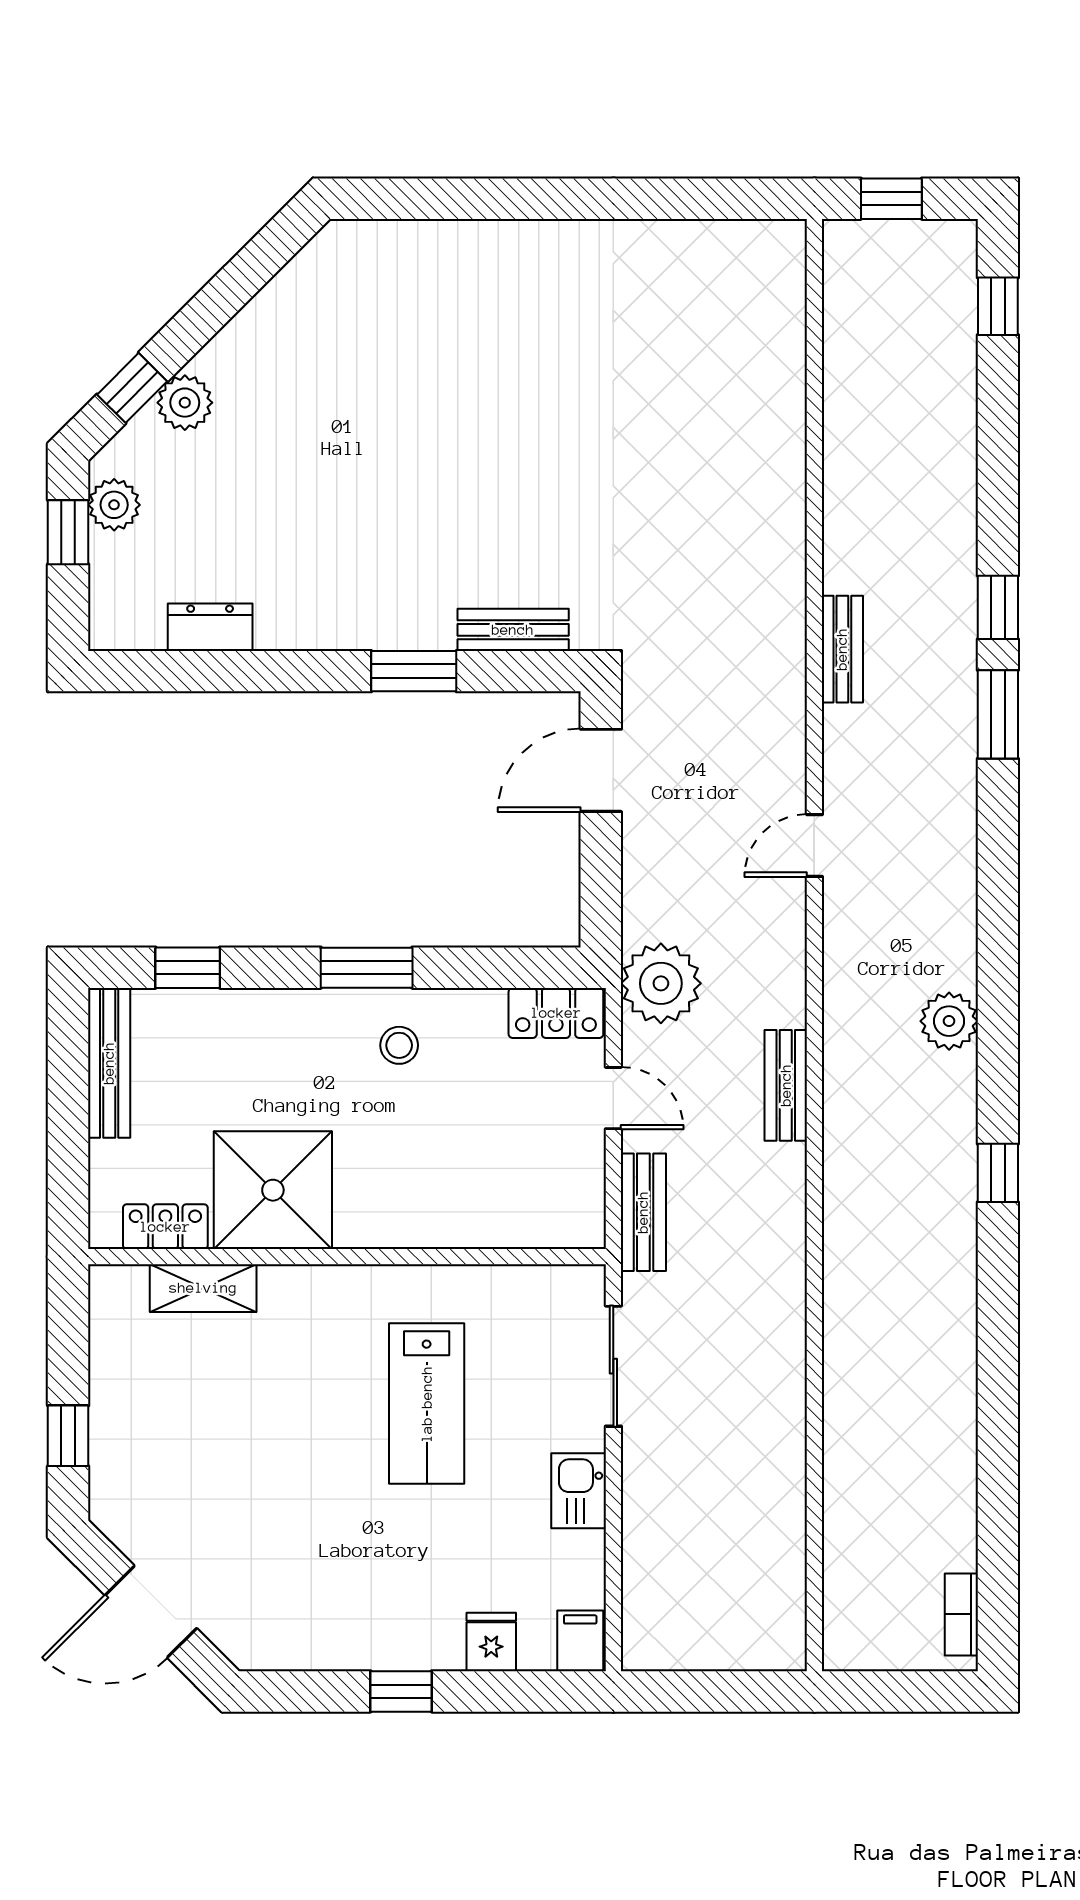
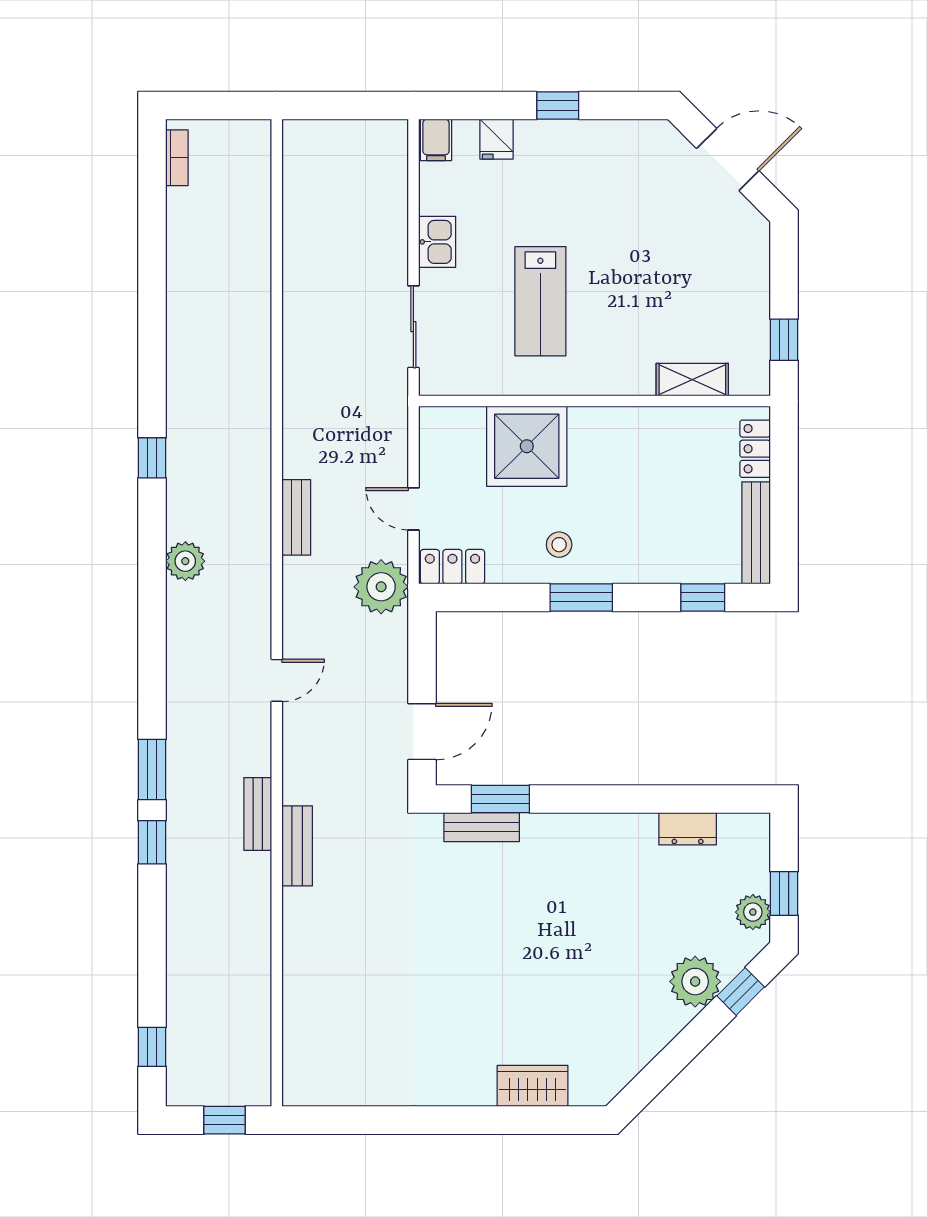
wardrobe: (438, 249) -> (533, 1086), added
plant: (185, 403) -> (695, 982), width x1.36, depth x1.36
window: (414, 671) -> (500, 799), moved
shower: (273, 1190) -> (527, 446), moved
bench: (643, 1212) -> (297, 846), moved
locker: (165, 1227) -> (755, 449), moved, turned 90
lab bench: (427, 1404) -> (540, 301), turned 180
window: (68, 1436) -> (784, 340), moved

